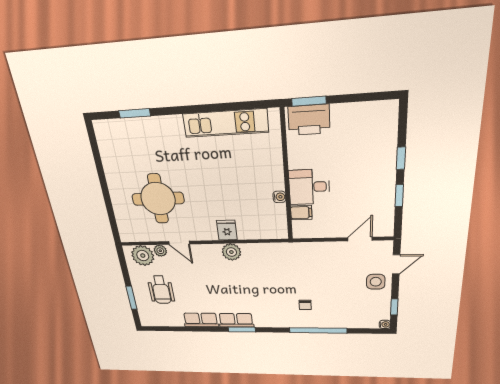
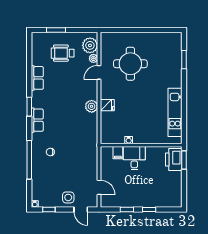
row of seats: (236, 320) -> (37, 120), moved

